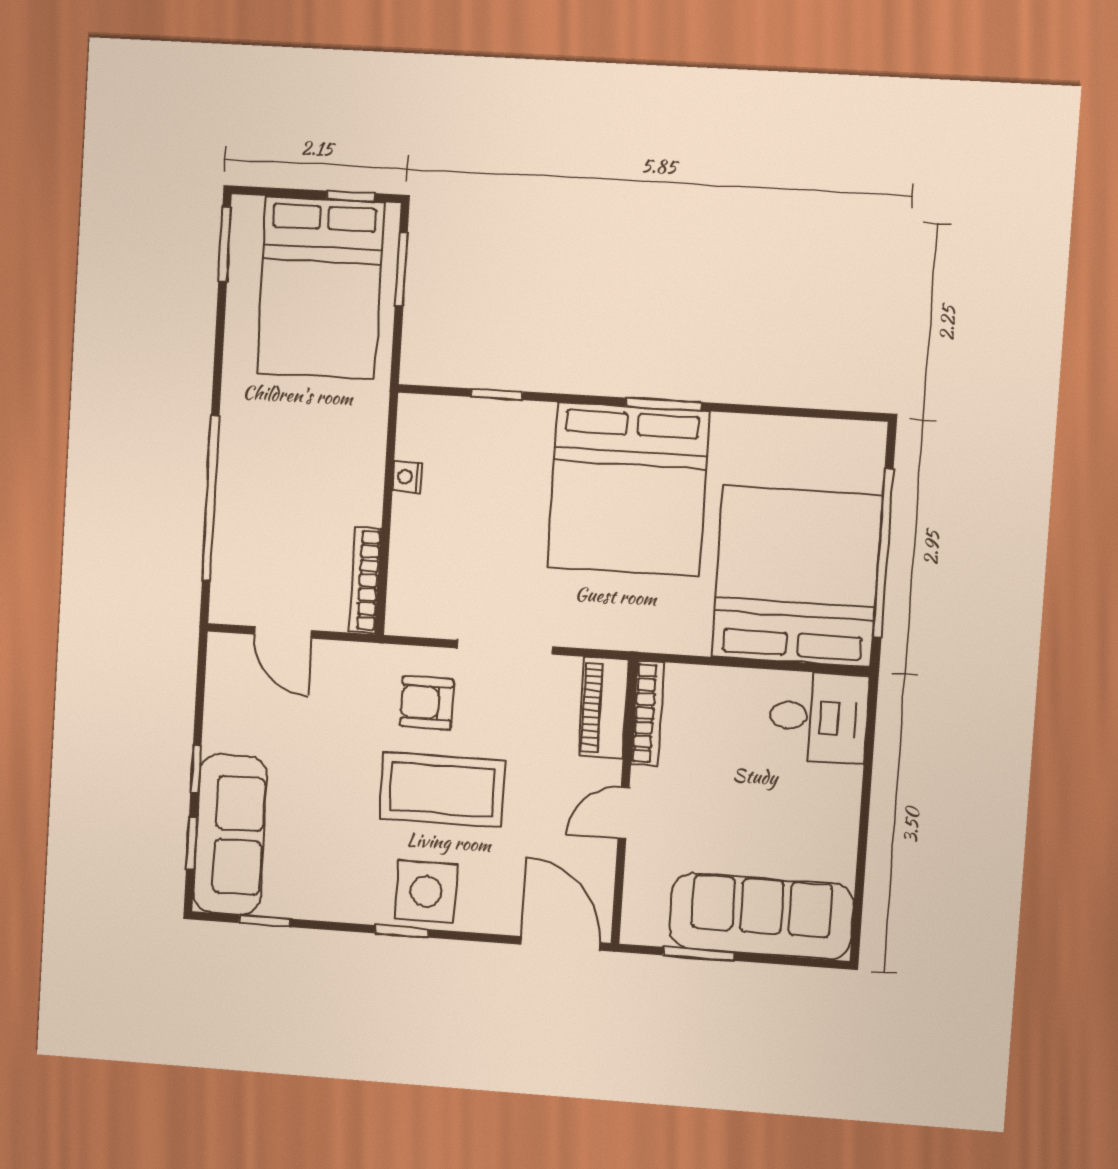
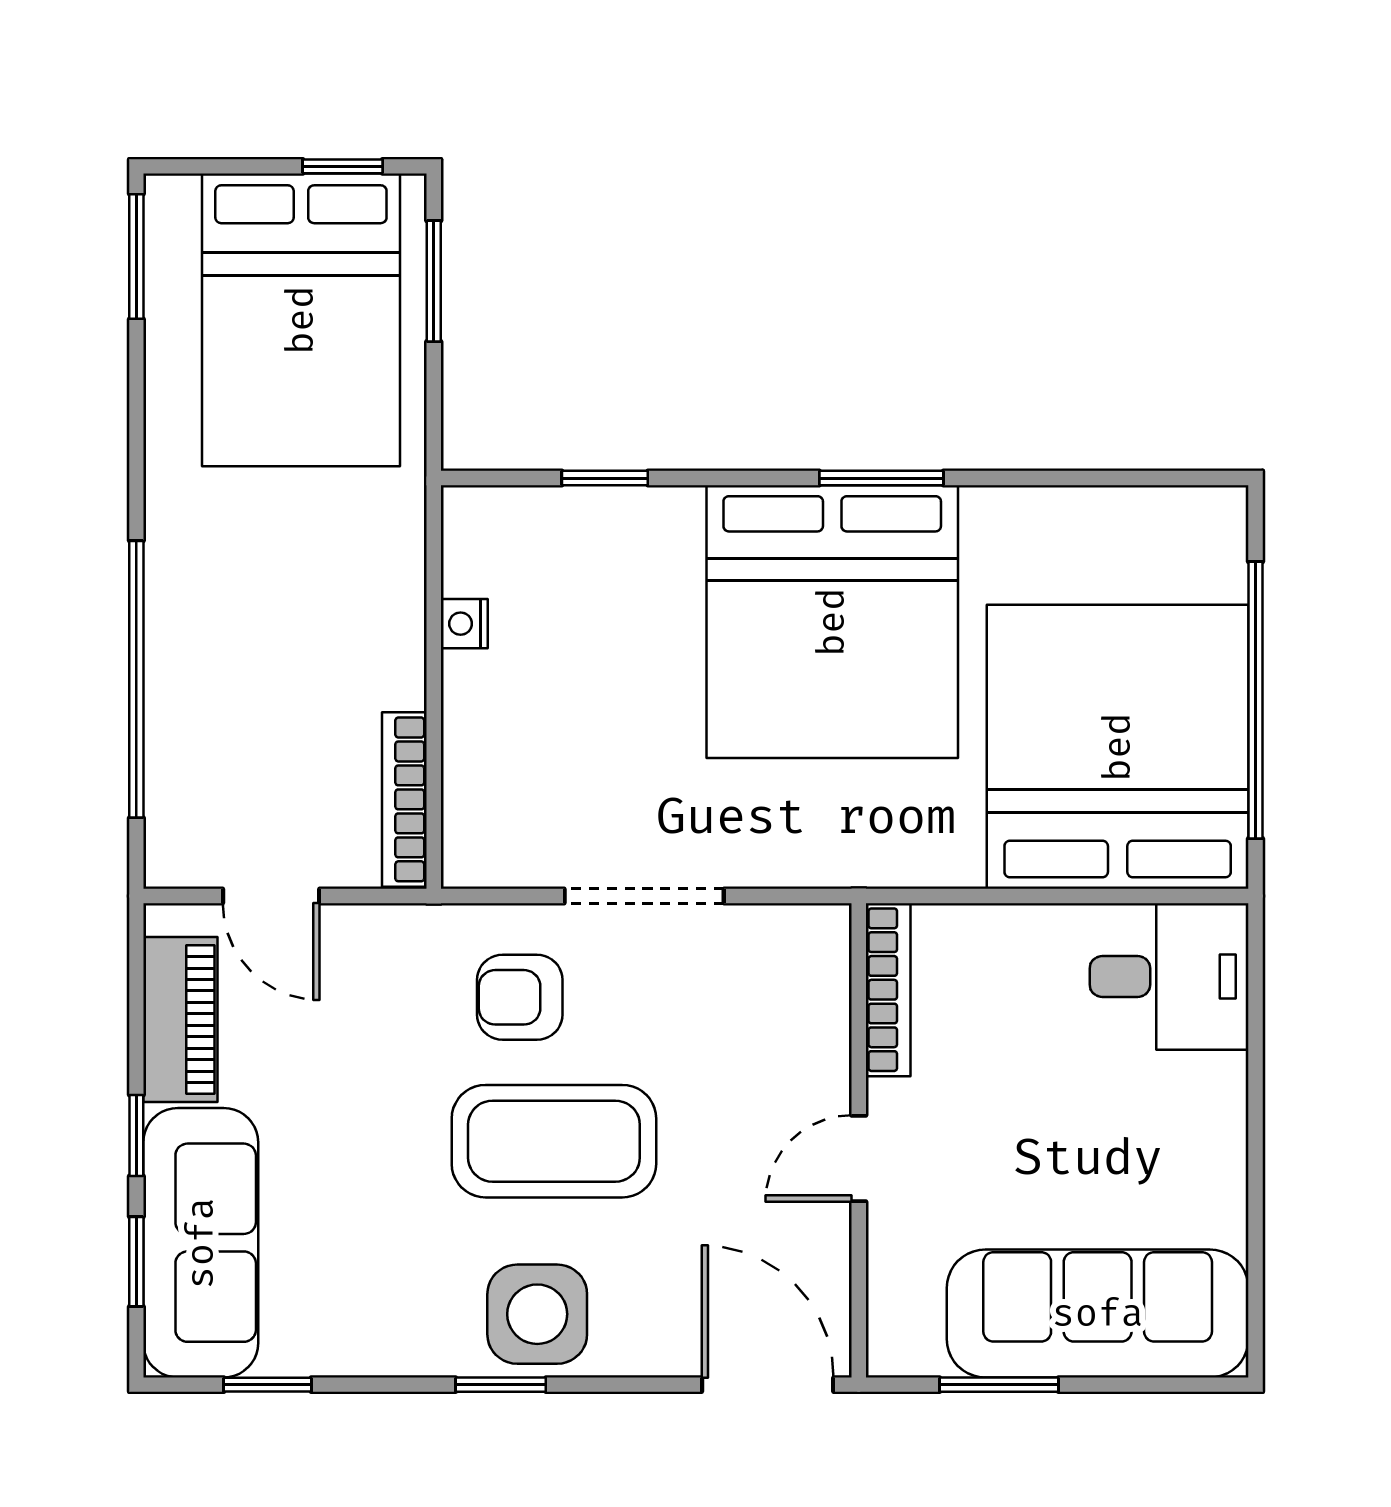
piano: (604, 708) -> (180, 1020), moved, turned 180

